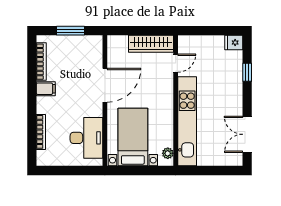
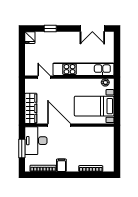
wardrobe: (151, 44) -> (31, 108), moved
desk: (86, 138) -> (36, 141), moved, turned -90

